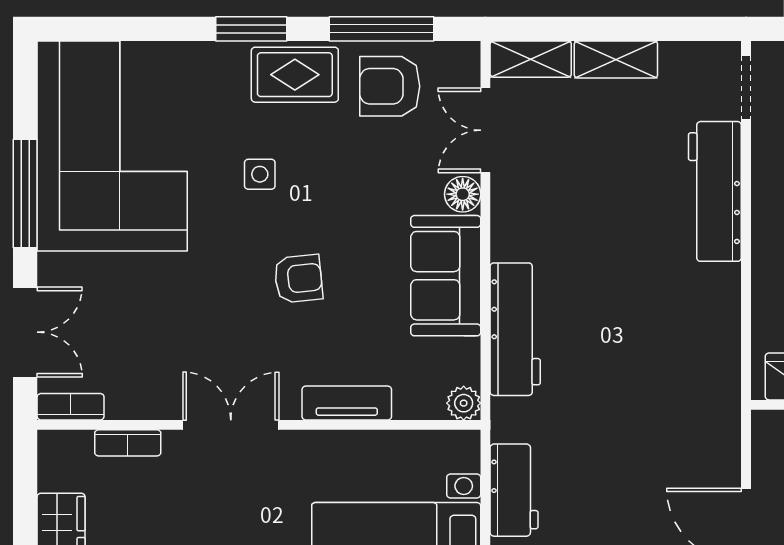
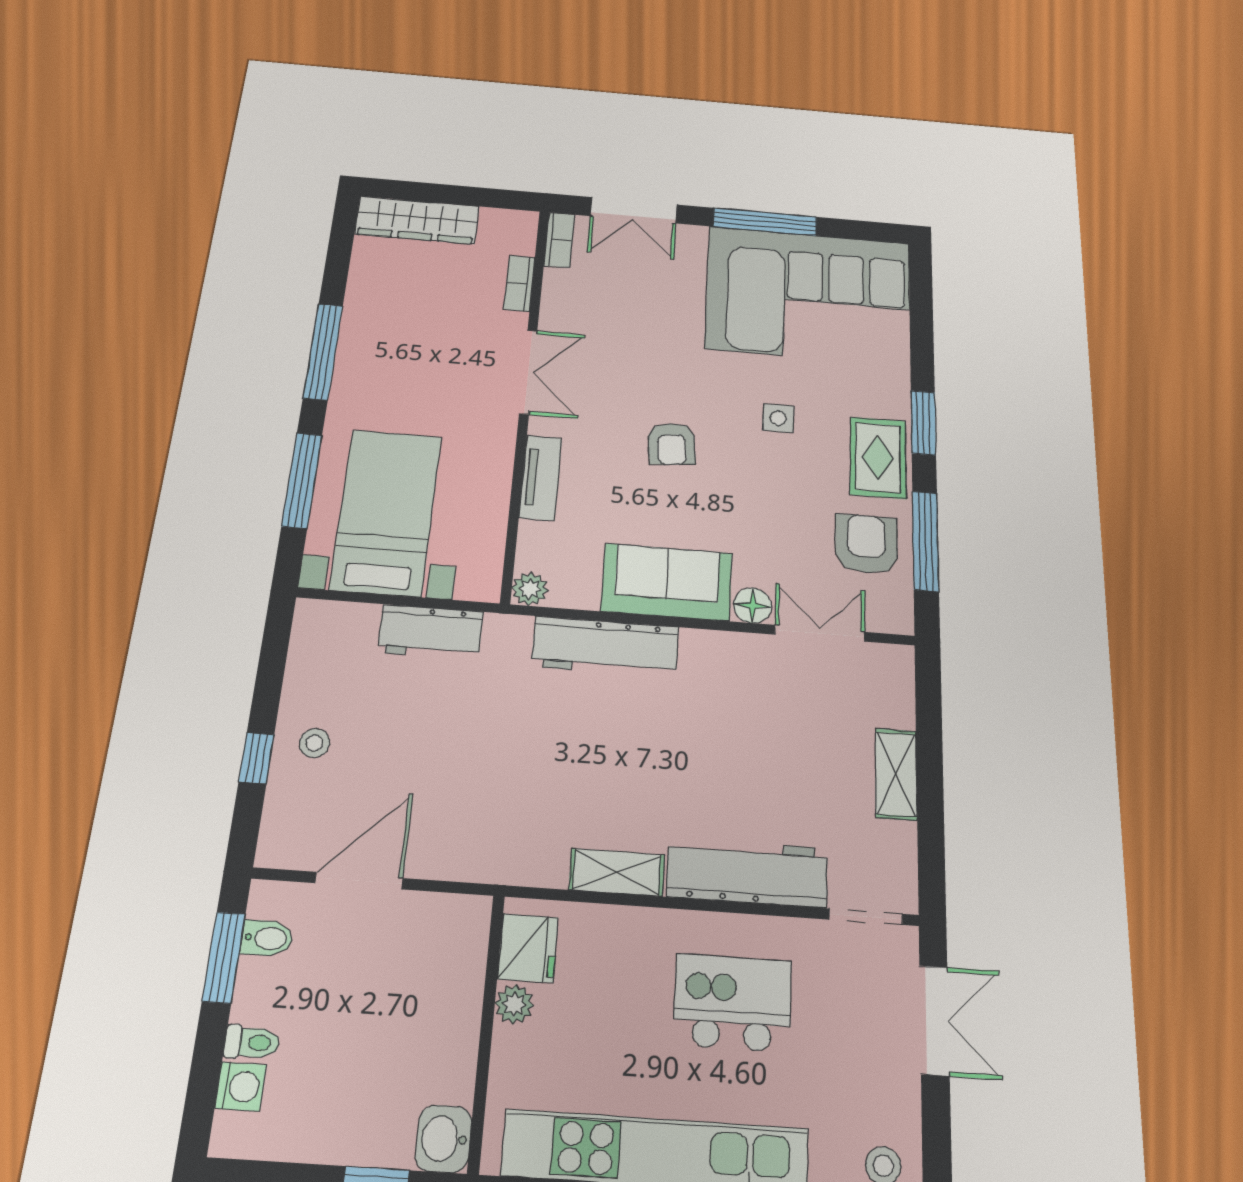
shelving: (531, 59) -> (617, 872), moved, turned 90

